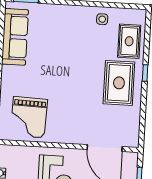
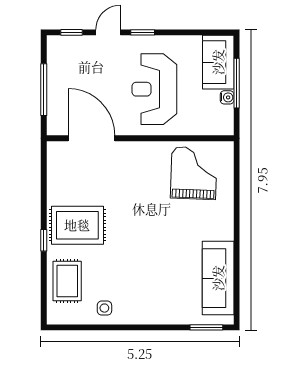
rug: (119, 83) -> (77, 225), turned 90

